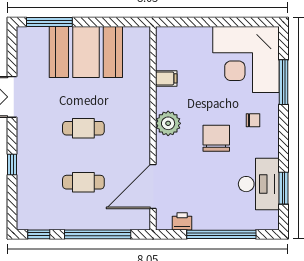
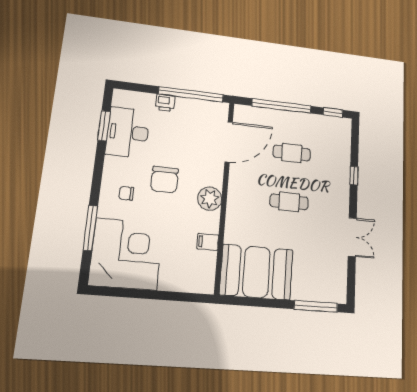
booth: (86, 52) -> (256, 272), moved
printer: (182, 221) -> (165, 103), moved
window: (221, 234) -> (191, 94), moved

